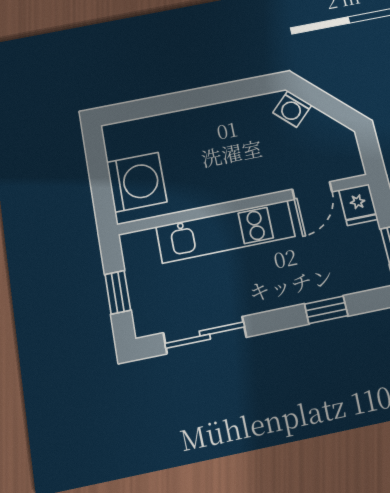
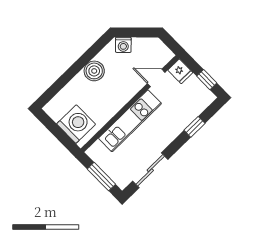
boiler: (221, 120) -> (94, 71), added
door: (312, 191) -> (156, 78), swing flipped
window: (118, 292) -> (101, 177), width x1.50

